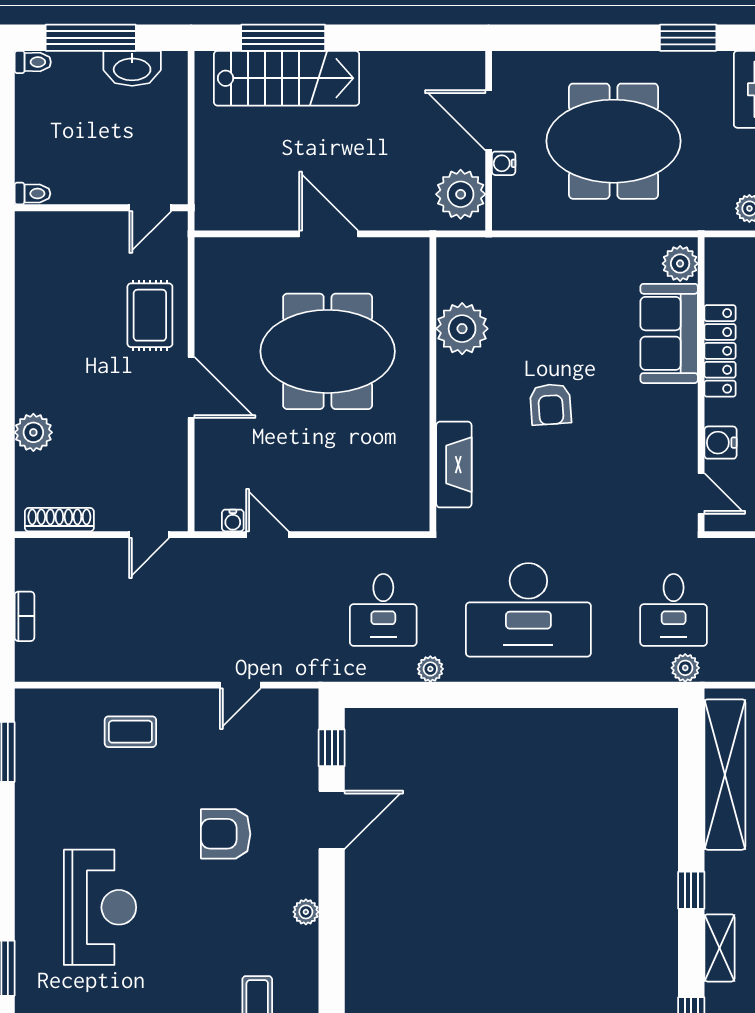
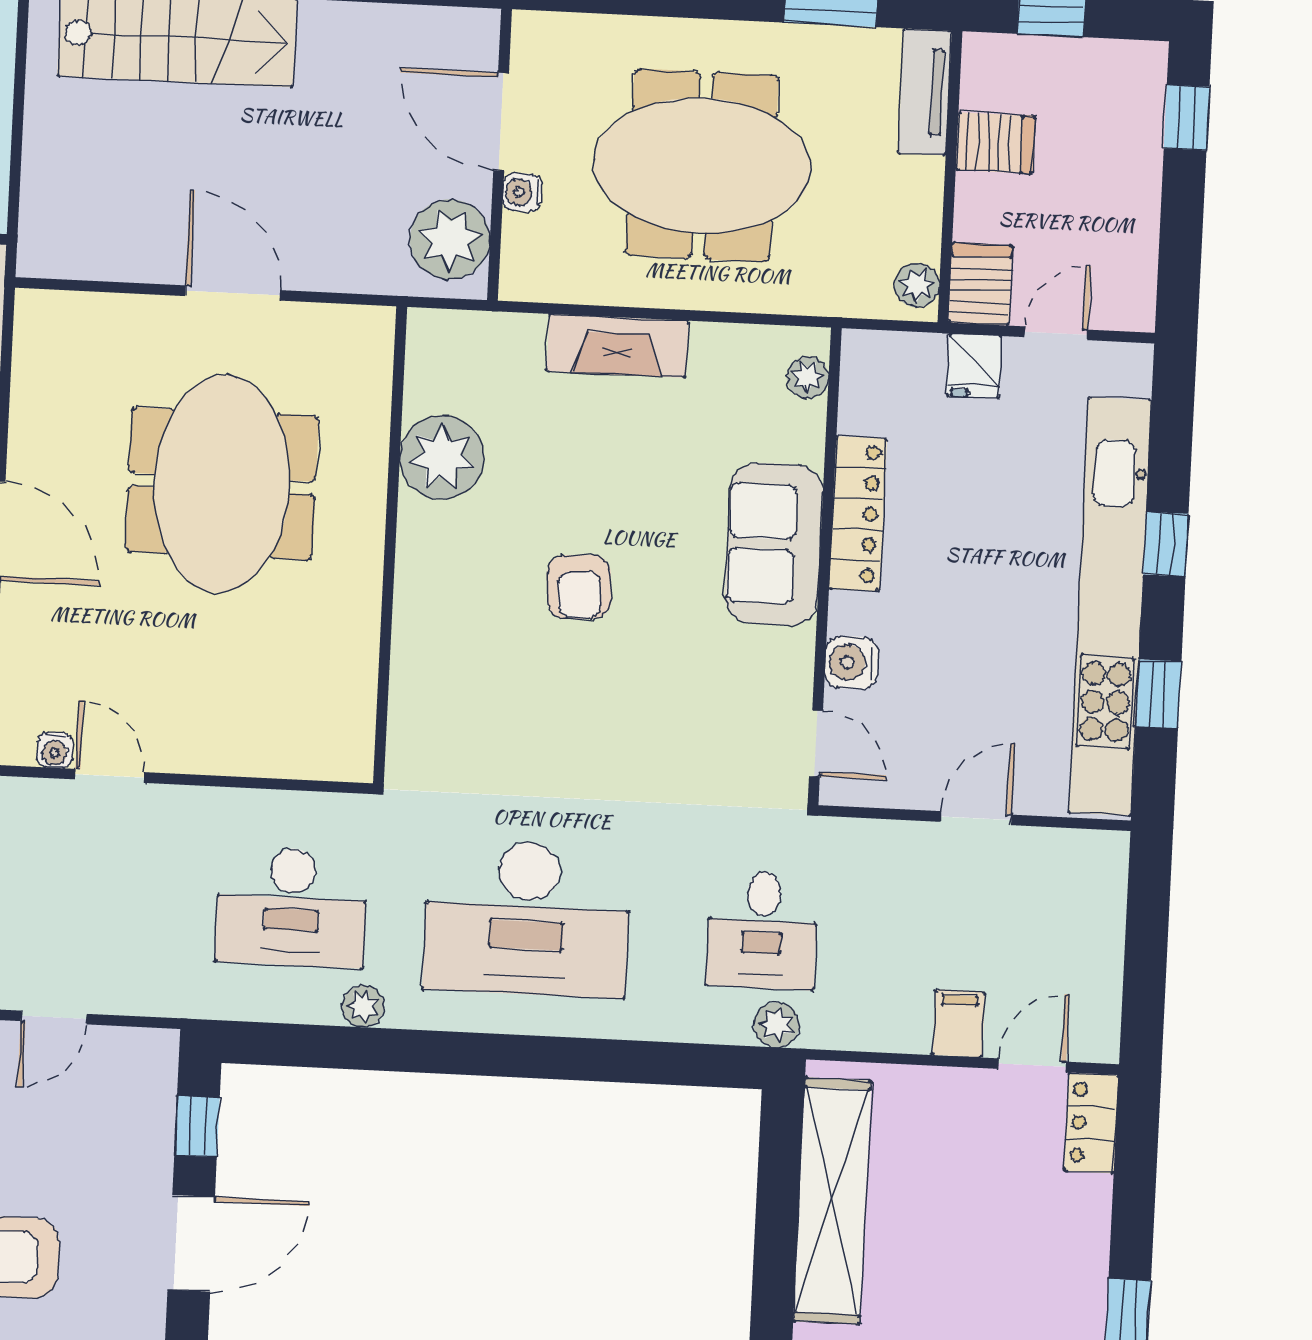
plant: (680, 264) -> (808, 377), width x0.73, depth x0.73
sofa: (669, 333) -> (774, 544), moved
meeting table: (328, 351) -> (222, 484), turned 90
fireplace: (454, 465) -> (618, 346), moved, turned 90
desk: (383, 610) -> (292, 907), width x1.37

